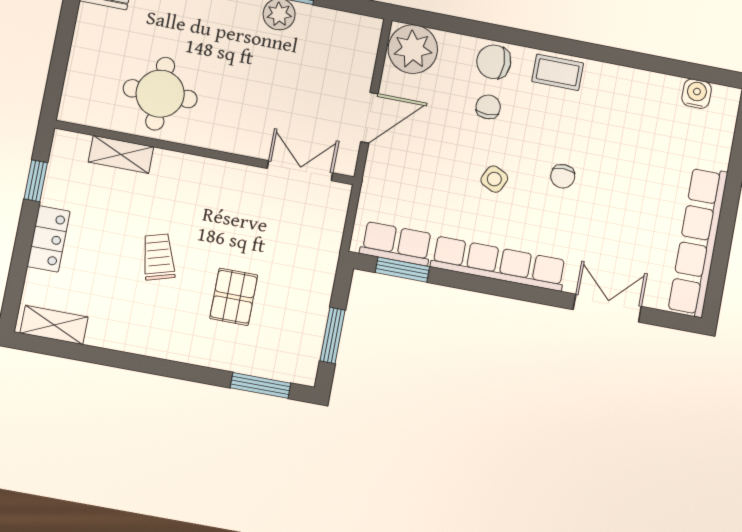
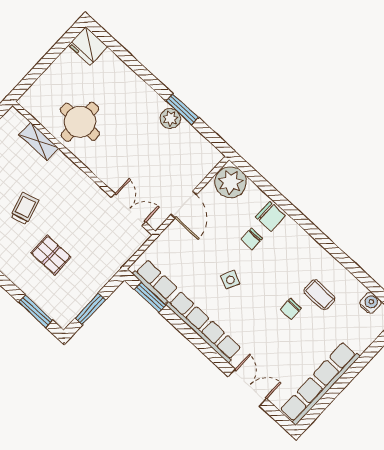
chair: (494, 62) -> (270, 216), turned 180
coffee table: (558, 72) -> (320, 295), moved
chair: (488, 107) -> (252, 239), turned 180
door: (369, 118) -> (184, 205), hinge flipped
chair: (563, 176) -> (291, 309), moved
pallet: (234, 297) -> (51, 255), turned 90

